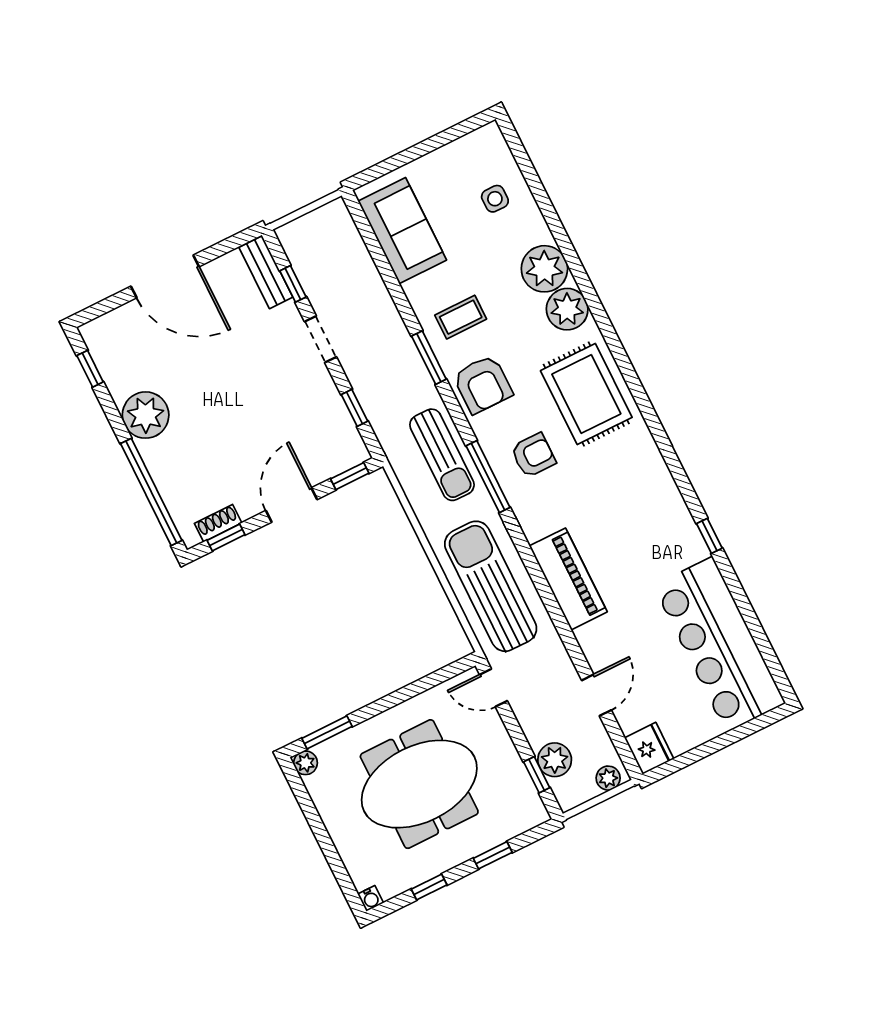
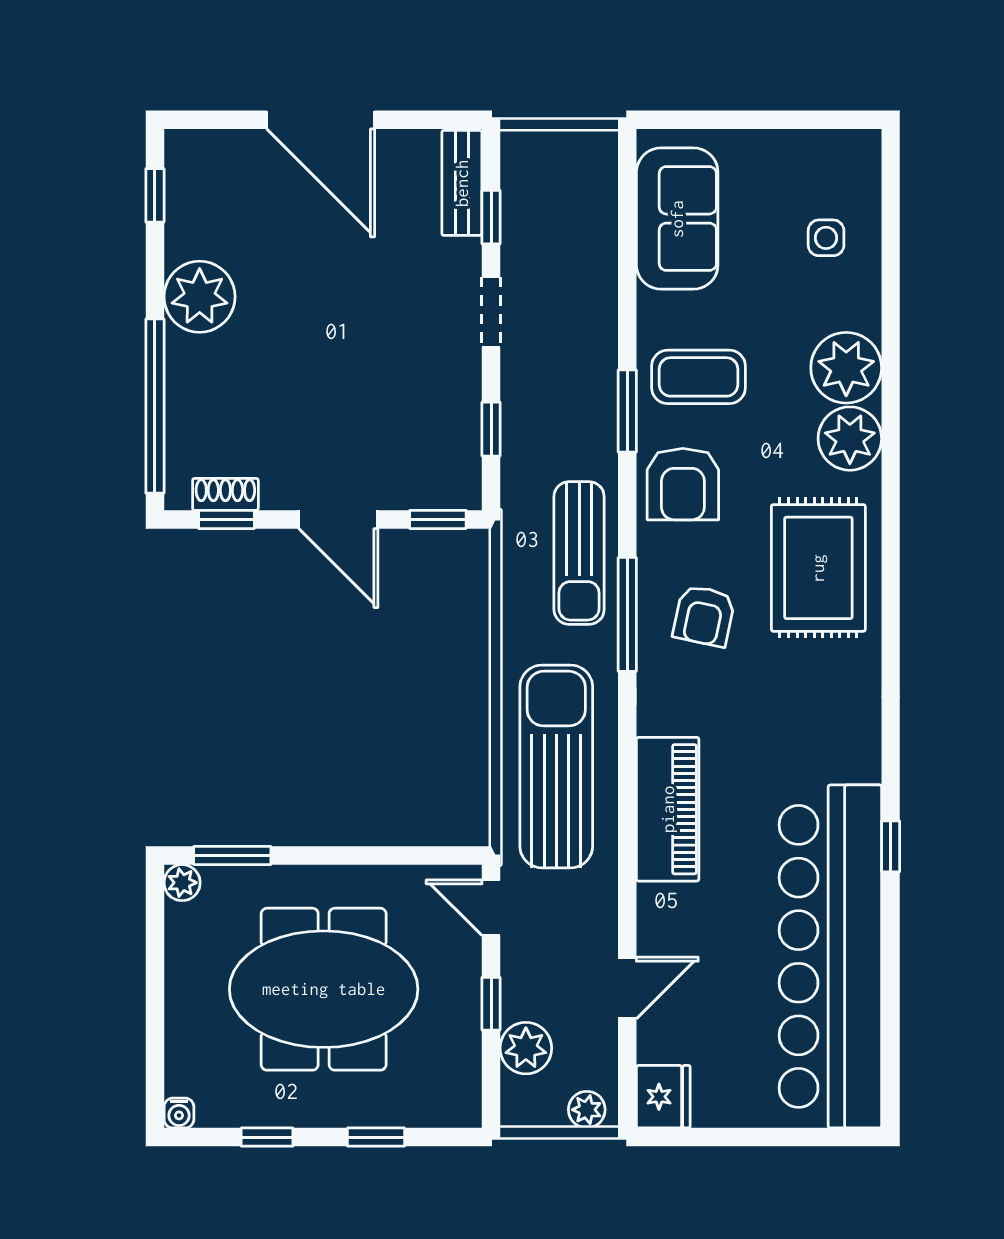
coffee table: (461, 317) -> (699, 377), width x1.36, depth x1.30
armchair: (533, 455) -> (704, 616), turned 102
door: (291, 505) -> (338, 519), swing flipped
bar counter: (719, 645) -> (830, 956), width x1.36
window: (537, 775) -> (491, 1004), moved

